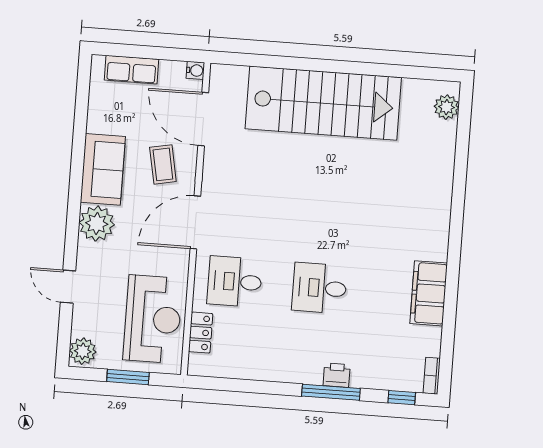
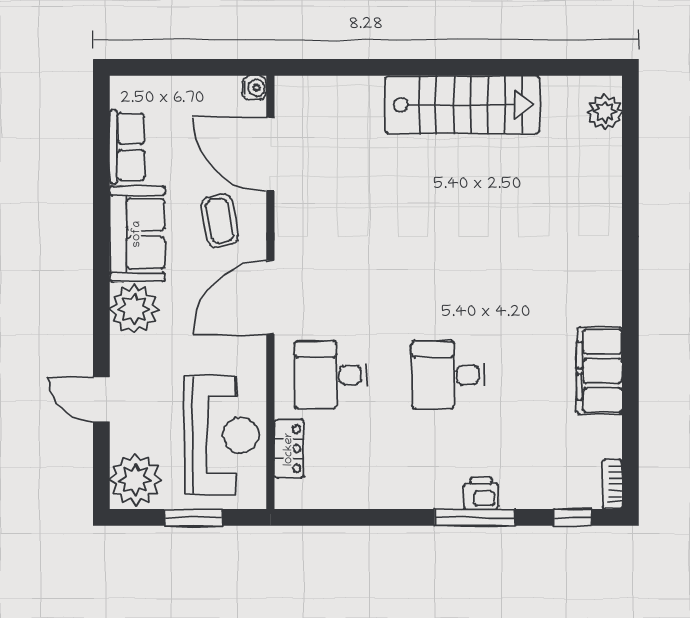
row of seats: (131, 70) -> (127, 147), moved, turned -90
stairs: (323, 103) -> (462, 105), width x0.73, depth x0.66
plant: (83, 351) -> (135, 480), width x1.36, depth x1.36

